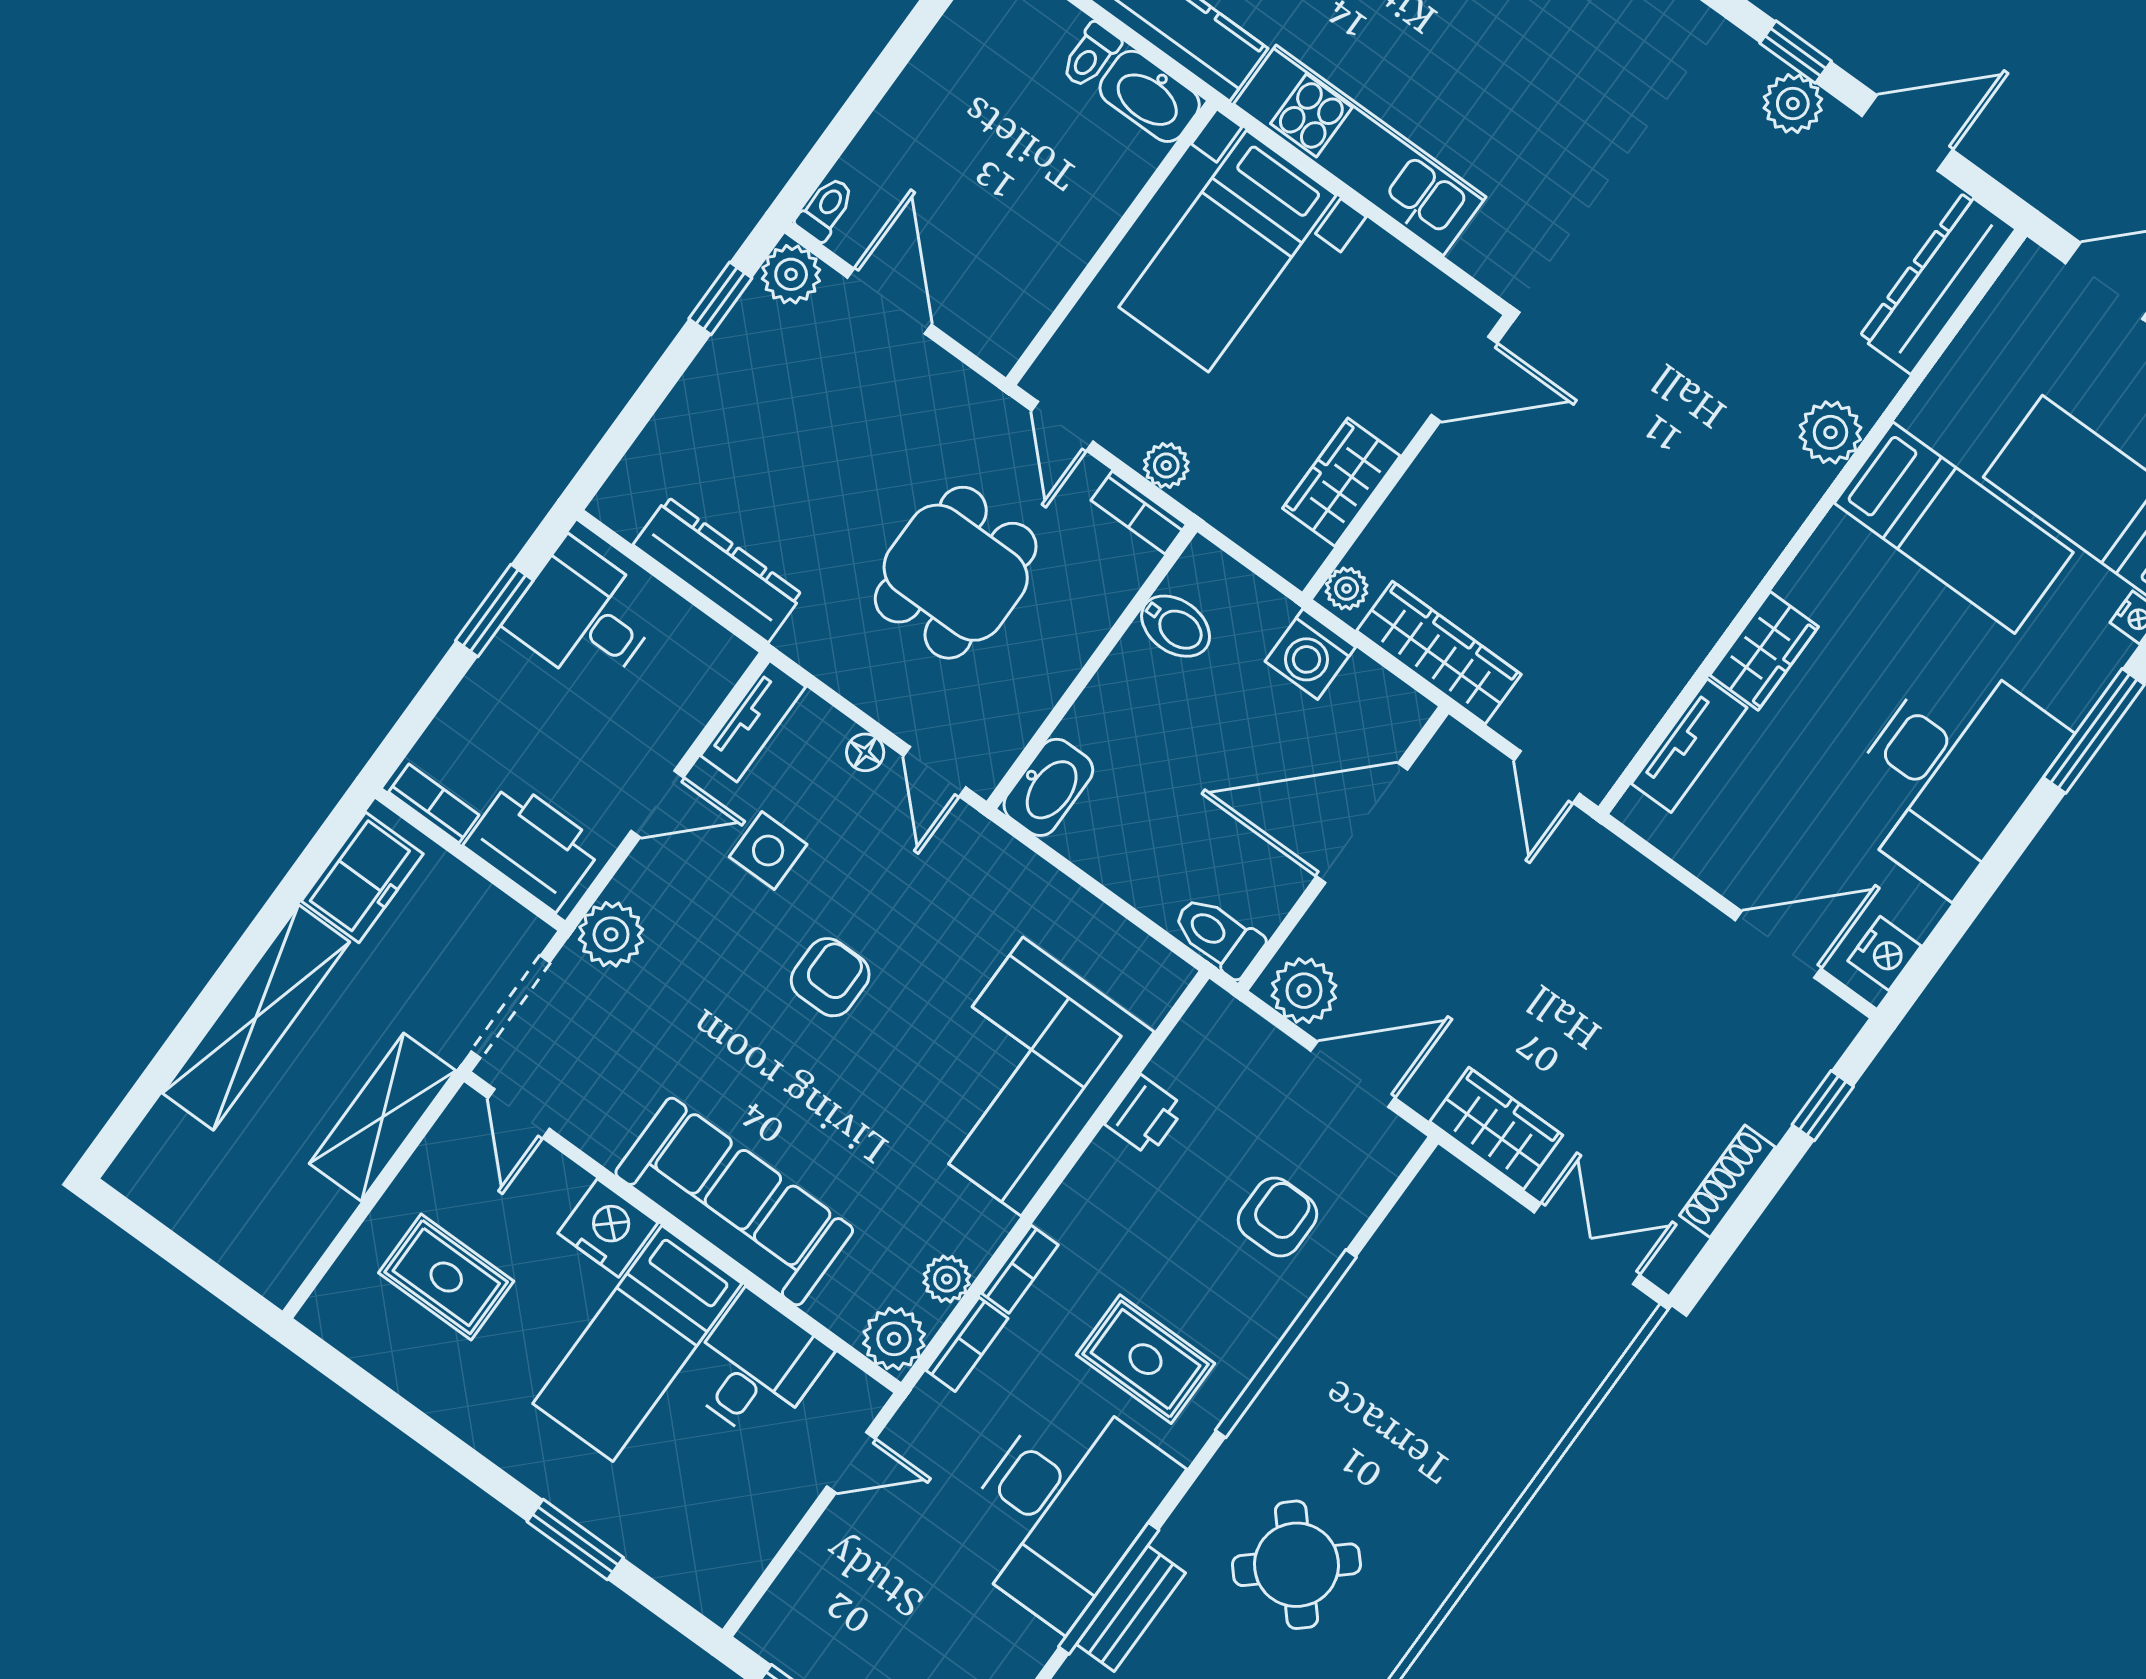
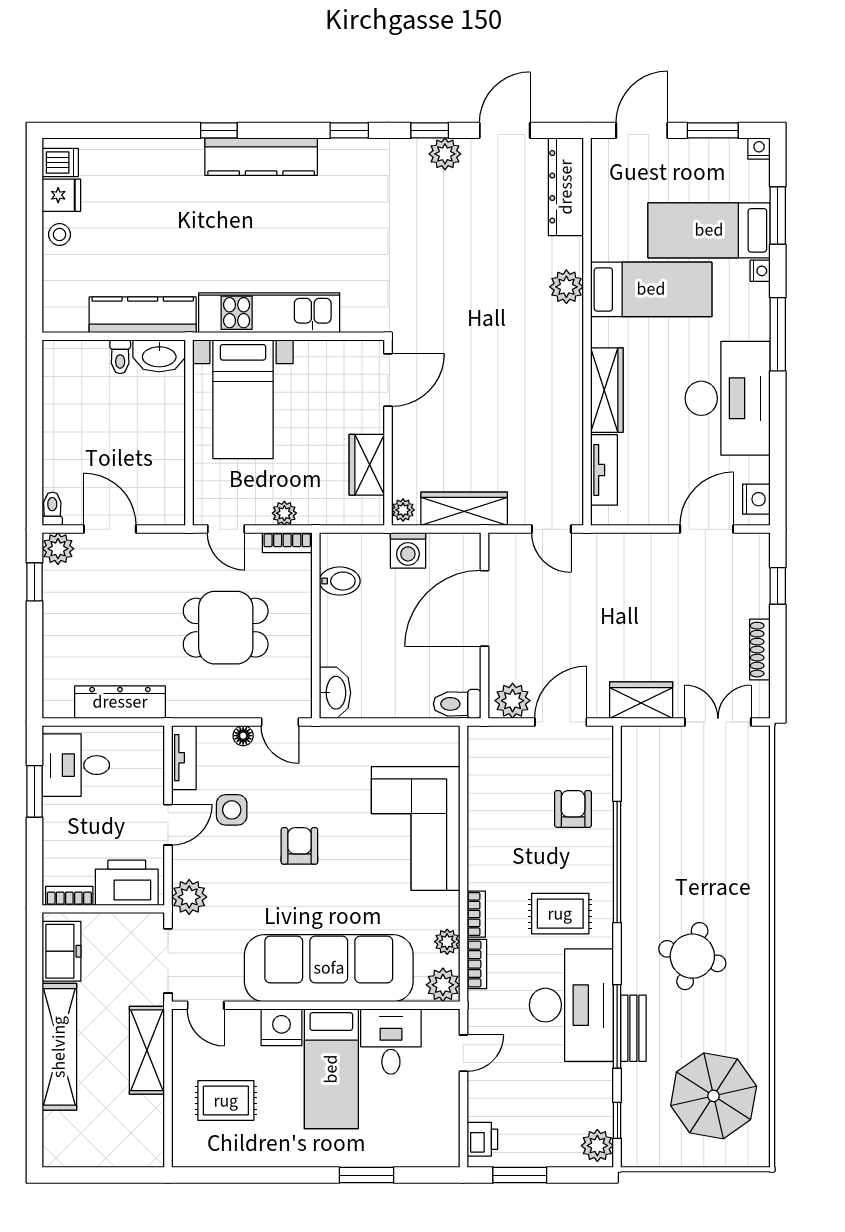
dining table: (956, 573) -> (226, 628), turned 90
wardrobe: (1764, 651) -> (607, 390), width x1.50
printer: (1145, 1116) -> (482, 1139), moved
sofa: (734, 1201) -> (329, 968), width x1.36, depth x1.27
round table: (1296, 1565) -> (692, 956), turned -32

